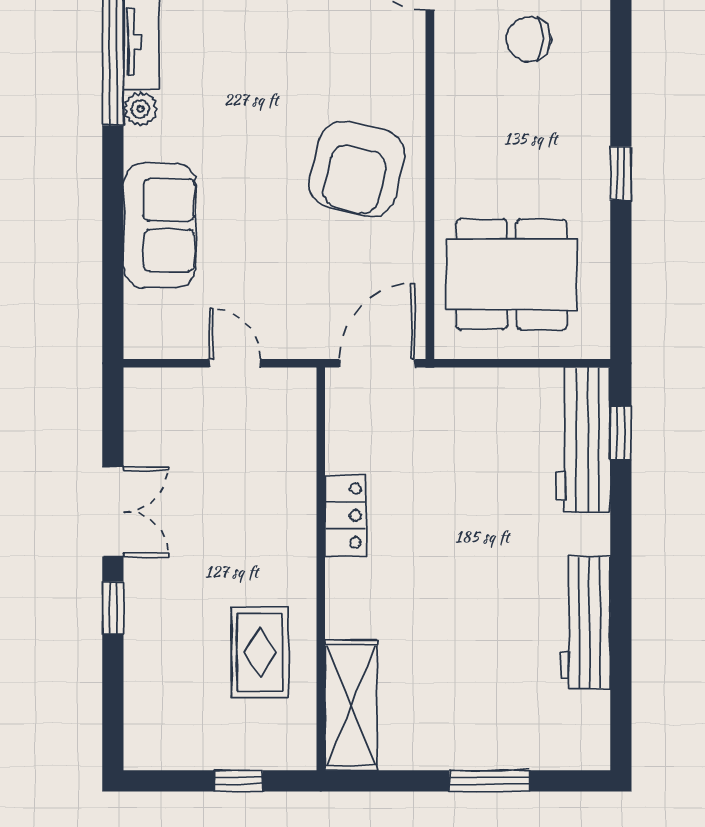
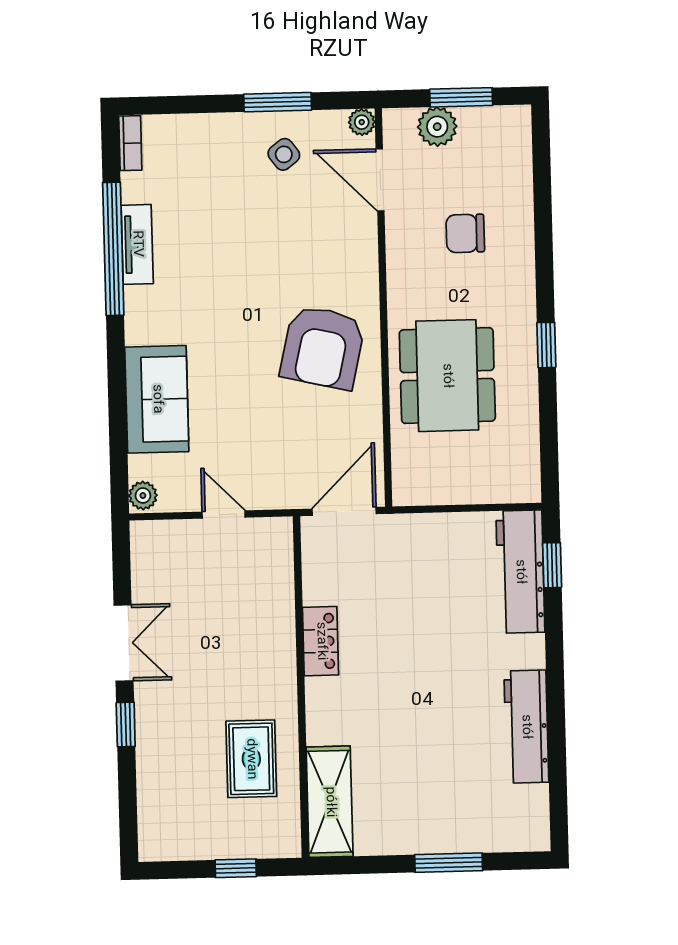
plant: (140, 109) -> (143, 495), moved
dining table: (512, 274) -> (447, 376), moved, turned 90

